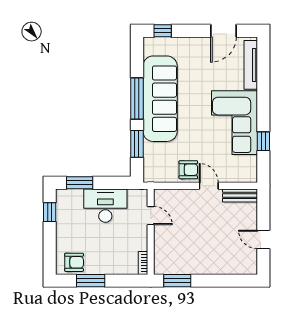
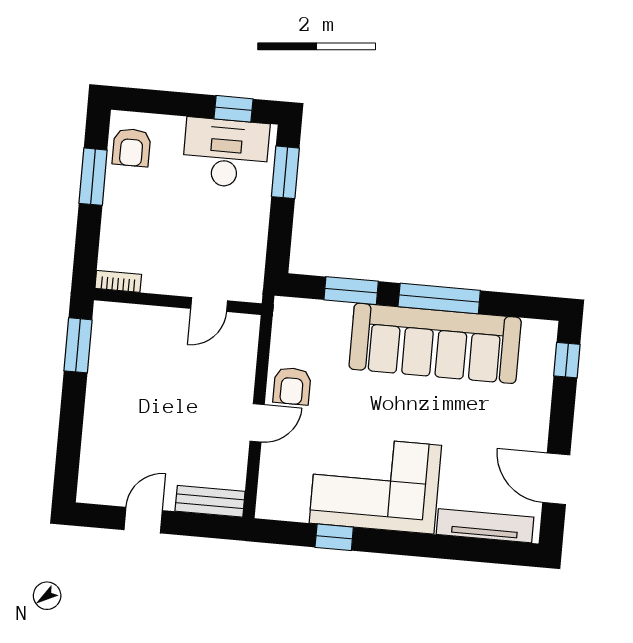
bench: (240, 195) -> (210, 501), moved, turned 90
desk: (105, 206) -> (226, 153), moved, turned -90

